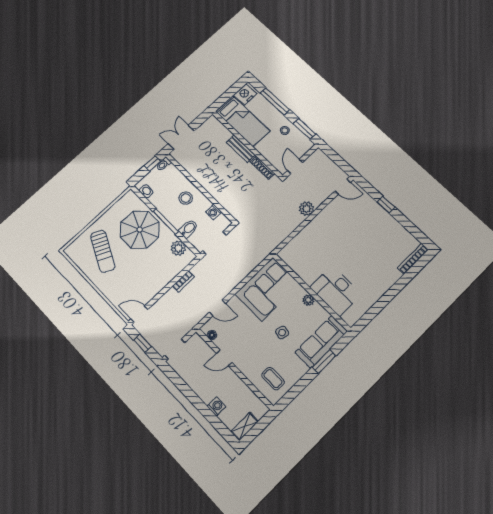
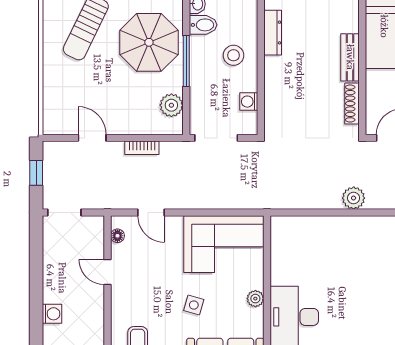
dresser: (194, 171) -> (273, 33), added
bidet: (188, 229) -> (203, 25), moved
door: (139, 314) -> (92, 138), moved

